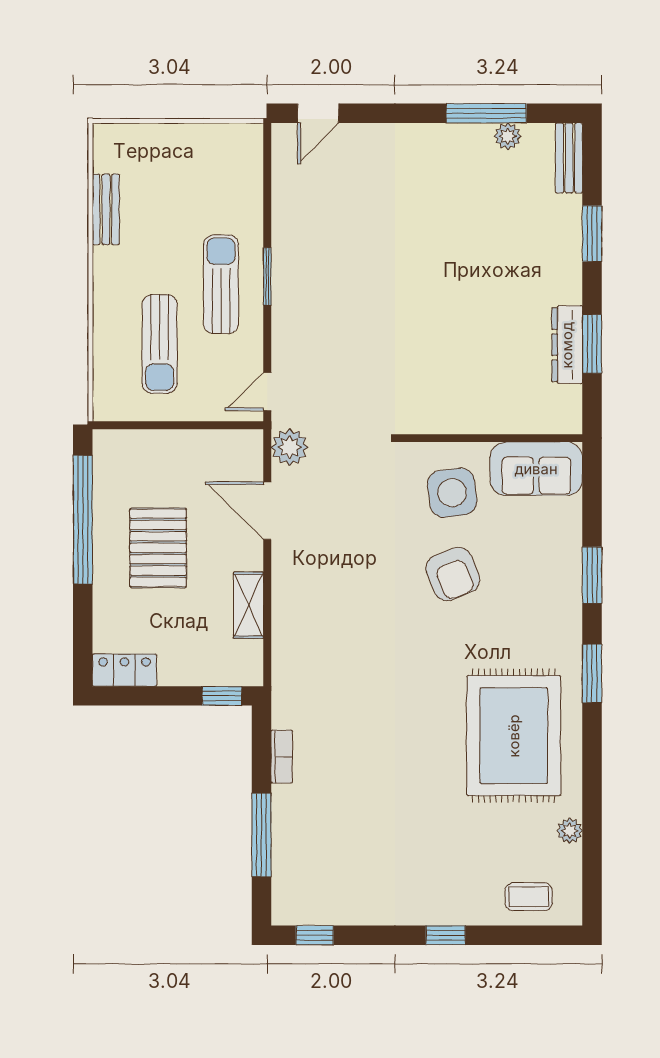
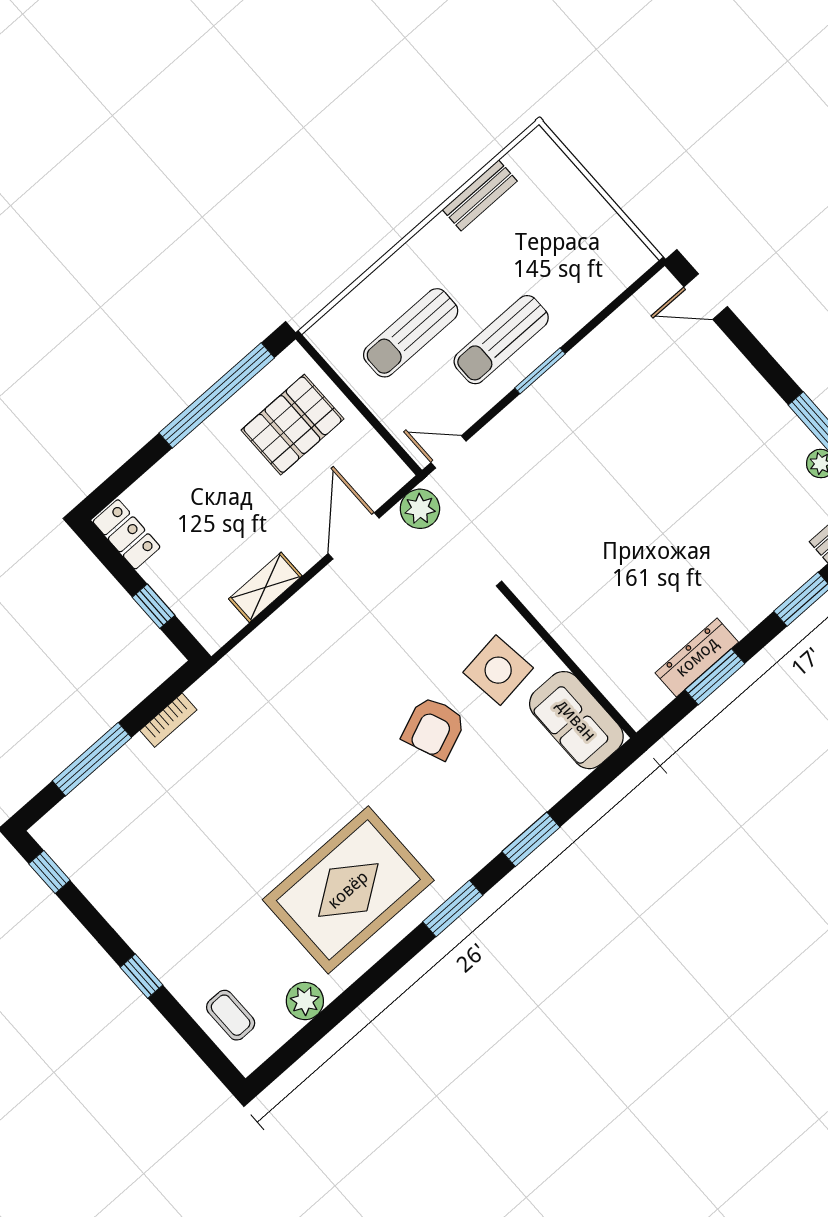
sun lounger: (221, 284) -> (501, 340), turned 180
pallet: (158, 548) -> (292, 425), moved
window: (222, 696) -> (154, 606), moved
plant: (570, 831) -> (305, 1001), width x1.38, depth x1.38

